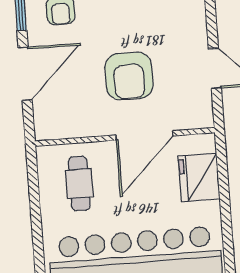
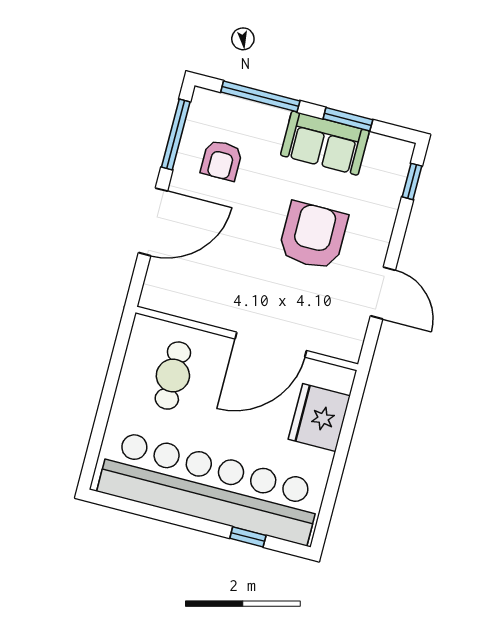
armchair: (129, 76) -> (313, 236), moved, turned 180

